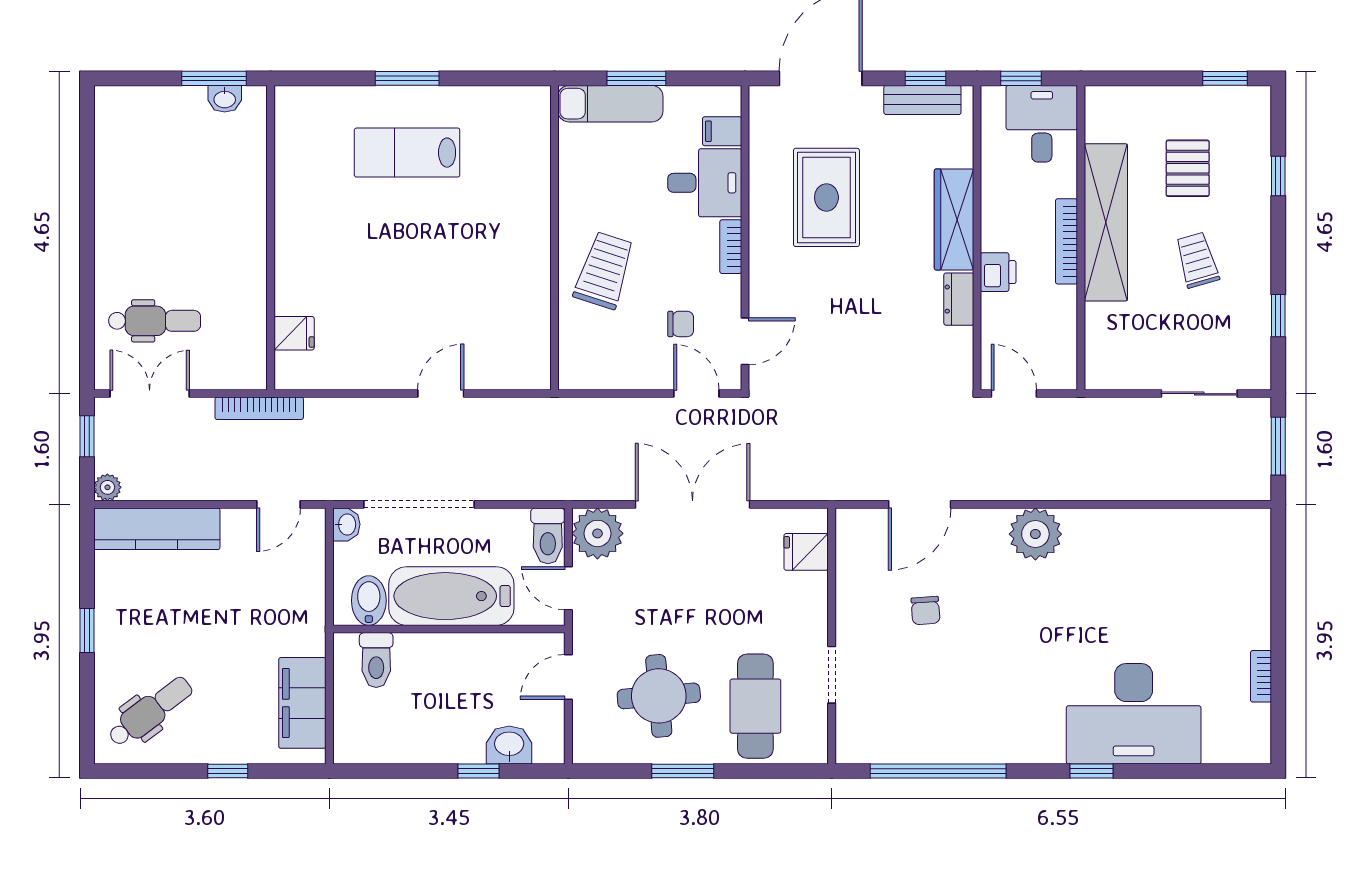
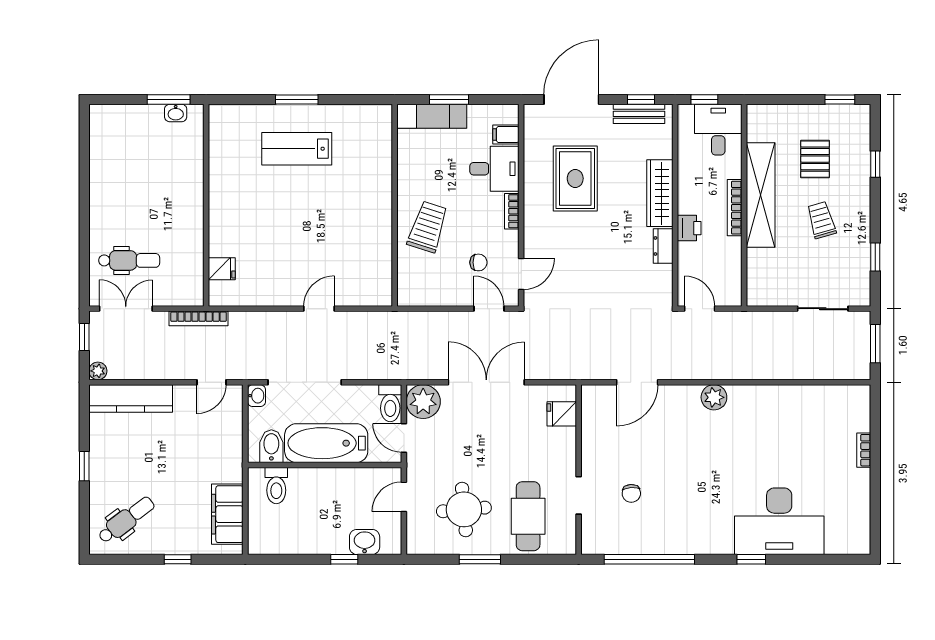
plant: (1035, 534) -> (714, 397), width x0.73, depth x0.73
chair: (925, 611) -> (631, 493), moved
bookcase: (1261, 676) -> (864, 450), moved

